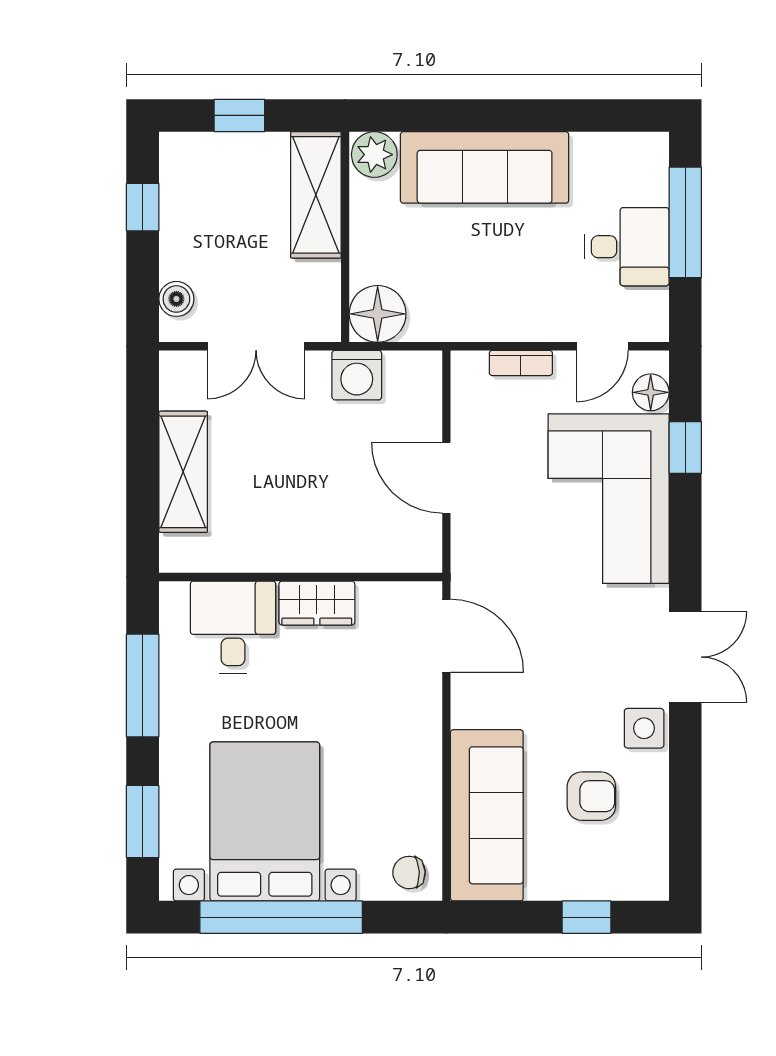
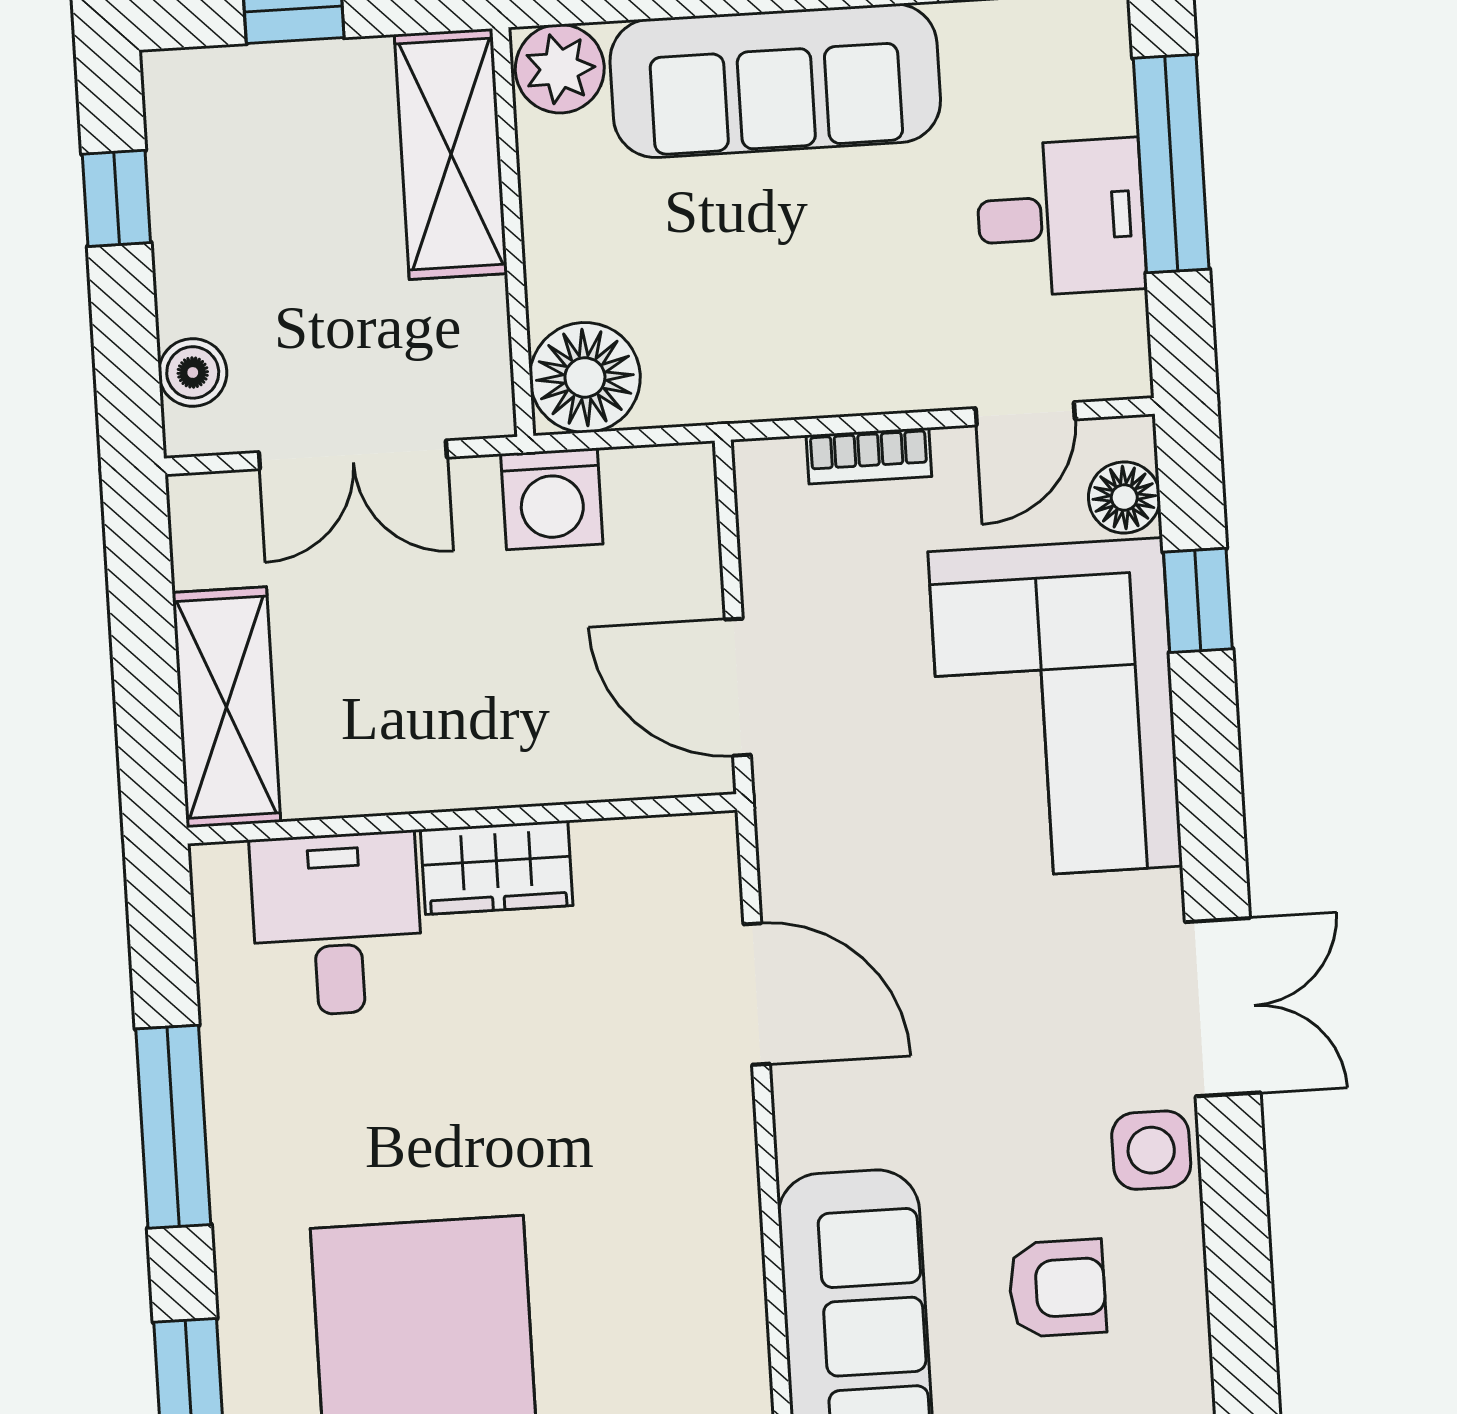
wall: (301, 577) -> (462, 819), moved
wardrobe: (317, 603) -> (497, 867), moved
desk: (233, 627) -> (337, 924), moved

